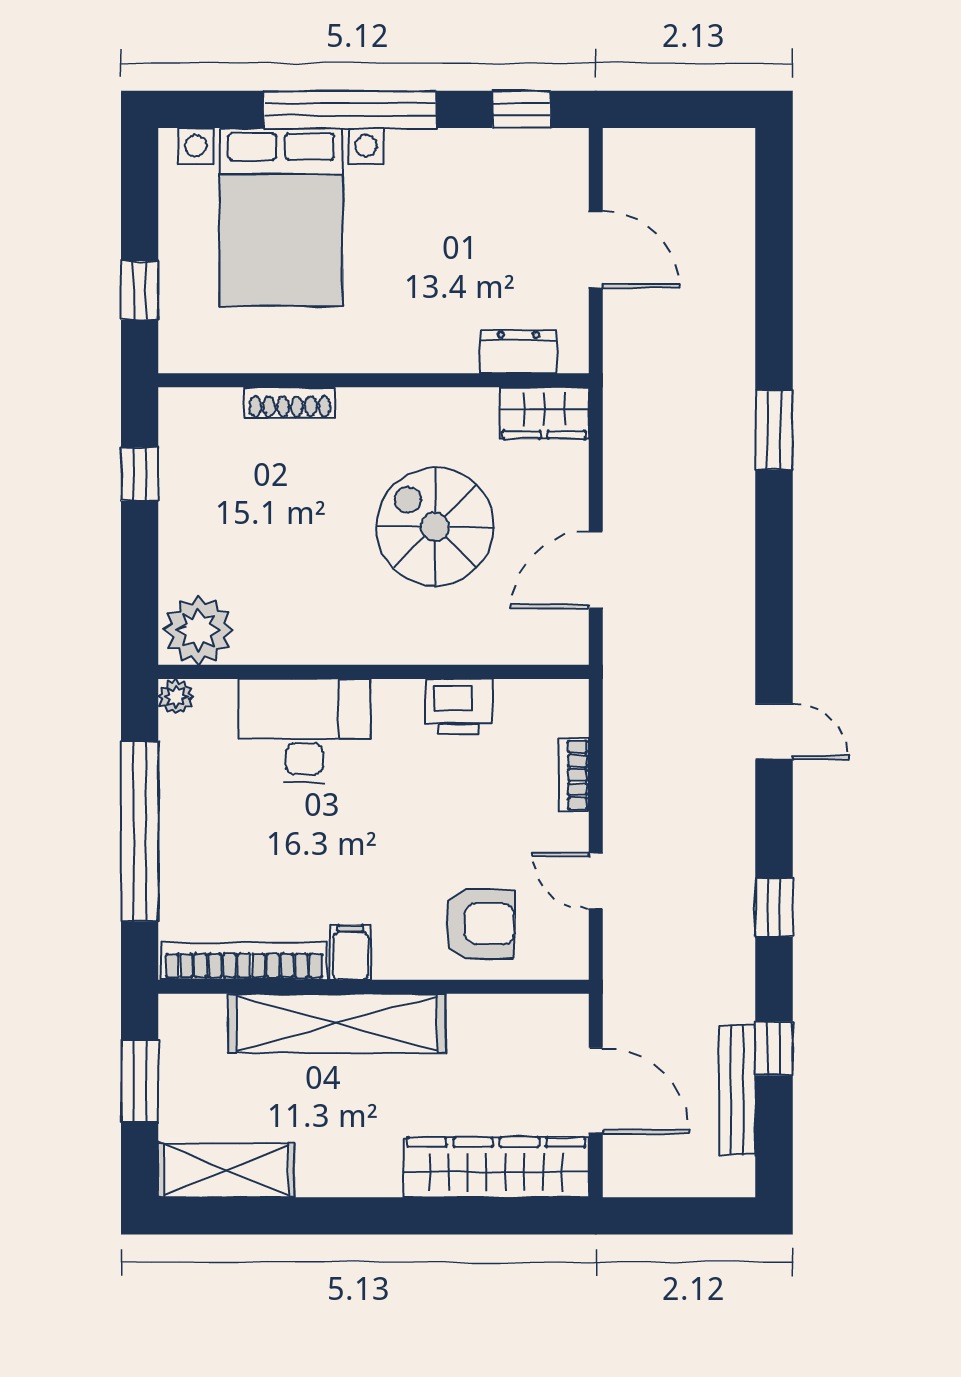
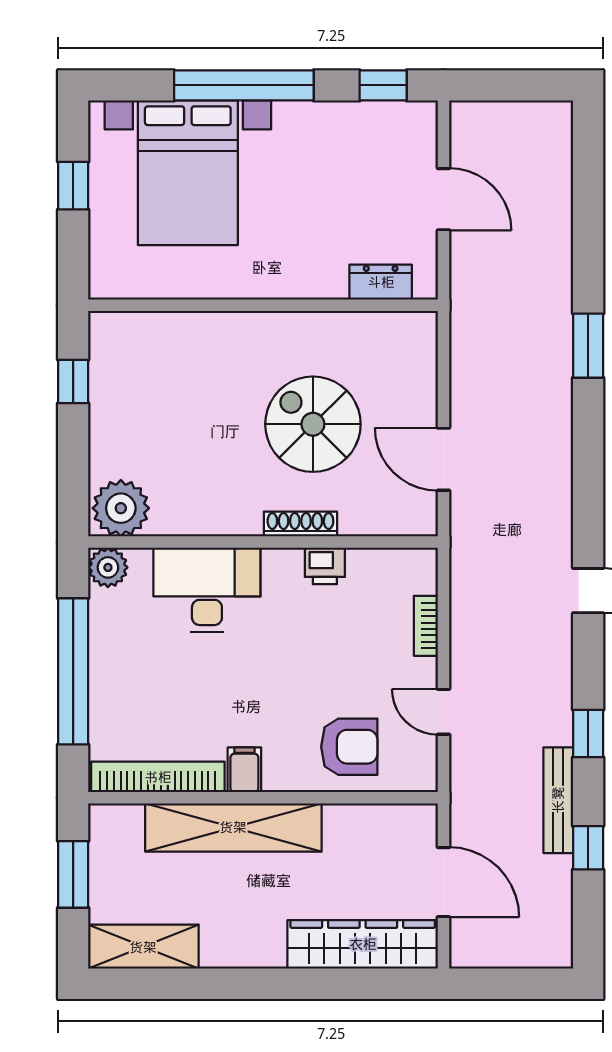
window: (140, 290) -> (73, 186), moved
shoe rack: (290, 403) -> (300, 524), moved, turned 180
wardrobe: (544, 413) -> (402, 332), removed
door: (596, 570) -> (443, 459), hinge flipped
plant: (176, 696) -> (108, 567), width x1.38, depth x1.38
printer: (459, 707) -> (325, 566), width x0.73, depth x0.81
bench: (737, 1090) -> (558, 800), moved

